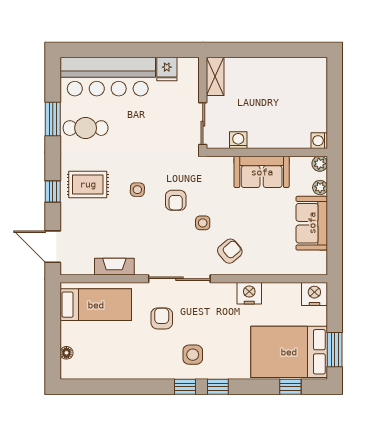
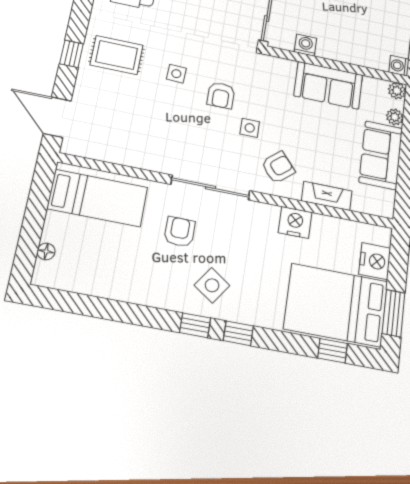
fireplace: (114, 267) -> (327, 196), moved
nightstand: (314, 294) -> (375, 261), moved, turned 90
side table: (193, 355) -> (212, 285), turned 35

